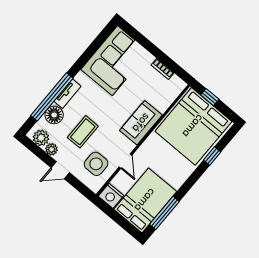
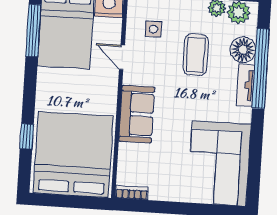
bookcase: (163, 69) -> (132, 193), moved
window: (210, 97) -> (79, 202), removed
side table: (96, 164) -> (153, 29), width x0.54, depth x0.54

